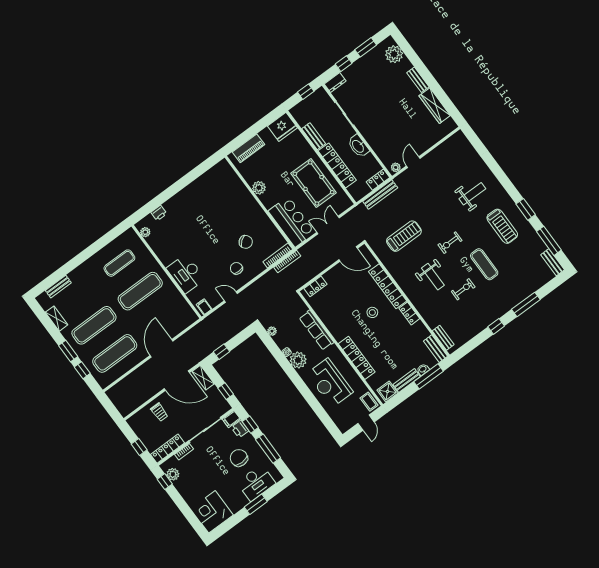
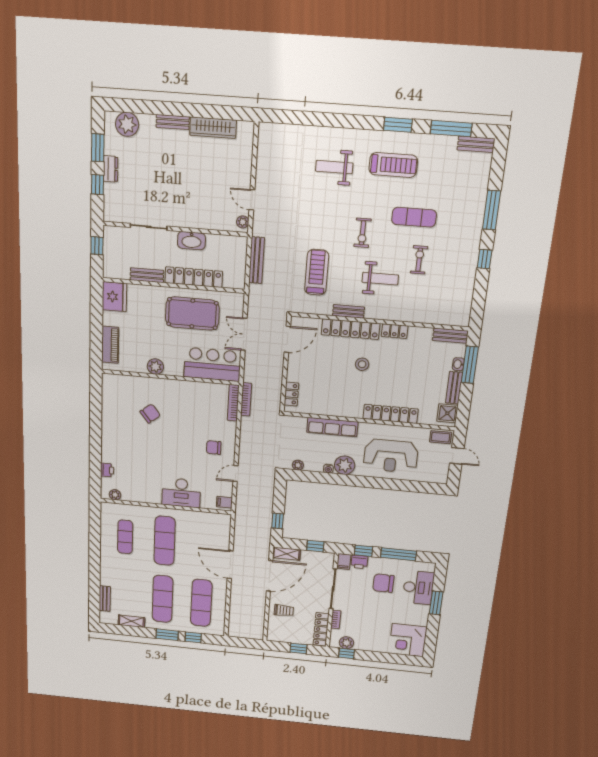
dresser: (335, 83) -> (111, 169), moved
locker: (378, 180) -> (240, 250), removed
weight bench: (472, 194) -> (334, 167), turned -90
chair: (246, 242) -> (150, 414), moved
bench: (443, 338) -> (348, 311), moved

